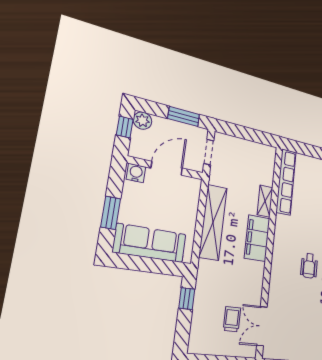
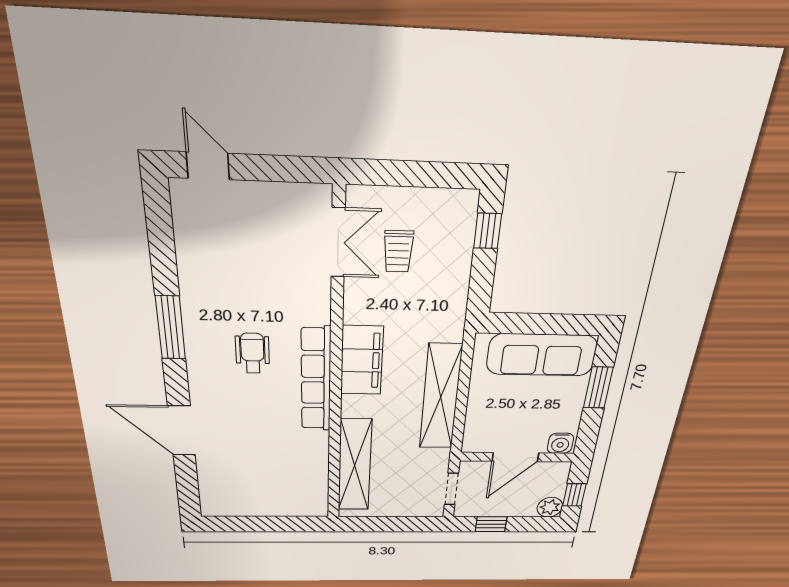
window: (184, 117) -> (491, 524), width x0.67
row of seats: (286, 182) -> (316, 380), moved
shelving: (265, 201) -> (355, 465), width x2.20, depth x1.33
filing cabinet: (257, 238) -> (362, 360), moved
window: (187, 299) -> (488, 231), moved

